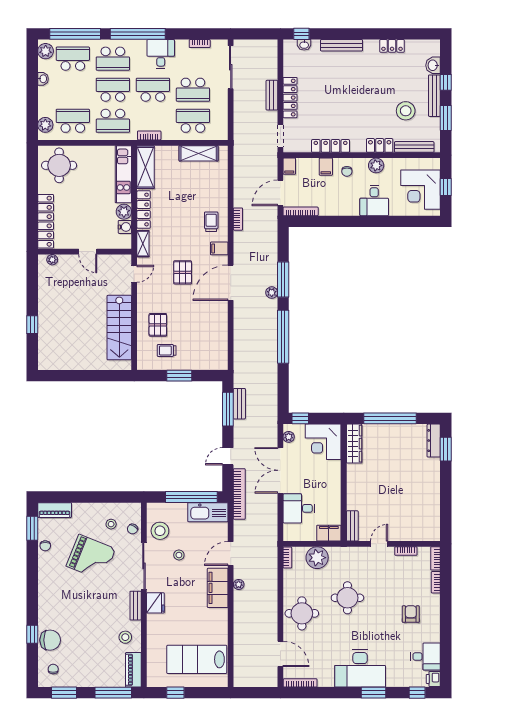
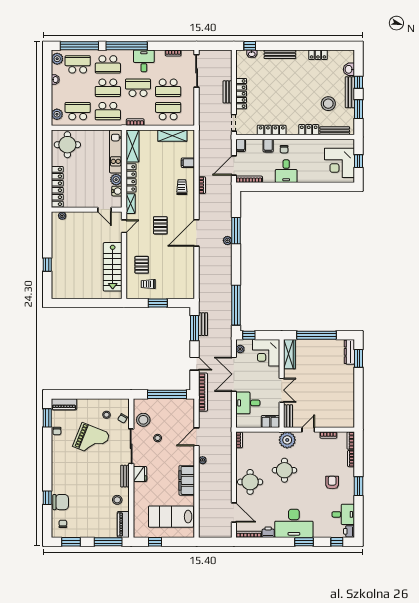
school desk: (113, 90) -> (108, 88), turned 180
plant: (376, 165) -> (306, 145), removed
desk: (374, 201) -> (286, 171), moved
filing cabinet: (219, 248) -> (188, 163), moved
door: (88, 252) -> (104, 210), moved
window: (283, 337) -> (236, 305), moved
door: (228, 456) -> (194, 364), swing flipped
double door: (344, 491) -> (282, 390), added
kitchen sink: (208, 512) -> (179, 406), removed
plant: (317, 558) -> (287, 440), moved
filing cabinet: (218, 588) -> (187, 480), moved
window: (446, 619) -> (358, 486), added
printer: (326, 680) -> (268, 532), added

